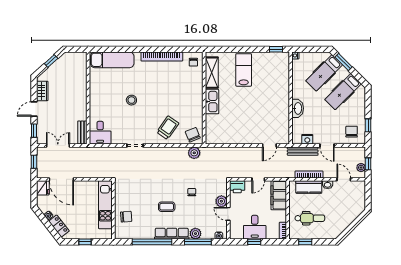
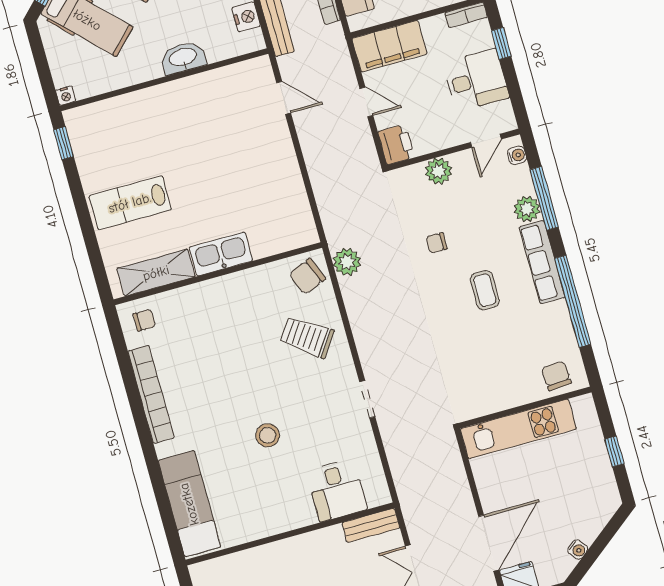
desk: (100, 133) -> (337, 490), moved, turned 90
door: (228, 214) -> (486, 141), moved
chair: (126, 217) -> (556, 376), moved
locker: (59, 226) -> (595, 520), removed
window: (254, 242) -> (501, 43), moved

